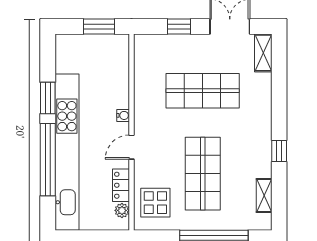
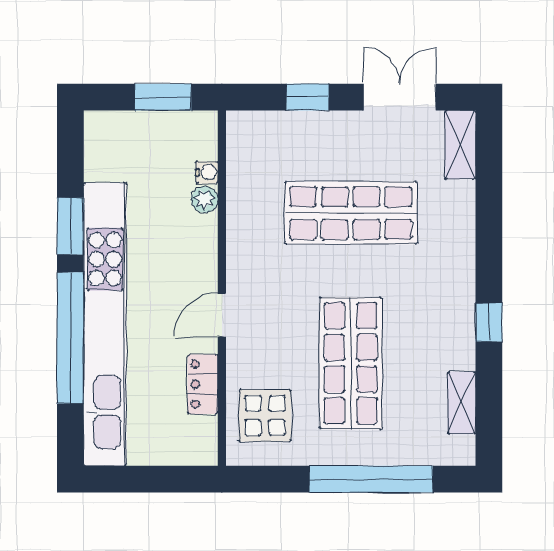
water cooler: (123, 115) -> (207, 172), moved
plant: (122, 210) -> (205, 199), moved

